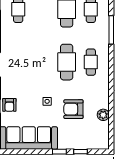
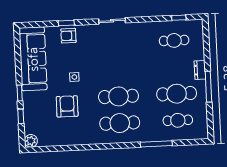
cafe table: (91, 62) -> (120, 123), width x1.37, depth x1.35
plant: (103, 115) -> (31, 141), moved

